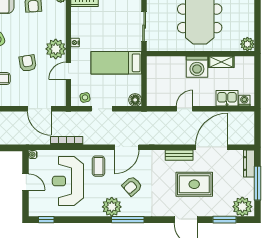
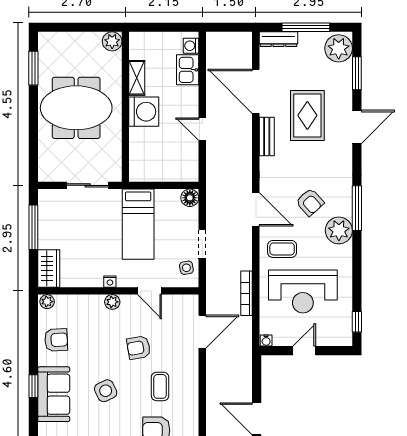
plant: (56, 49) -> (112, 302), width x0.53, depth x0.53

